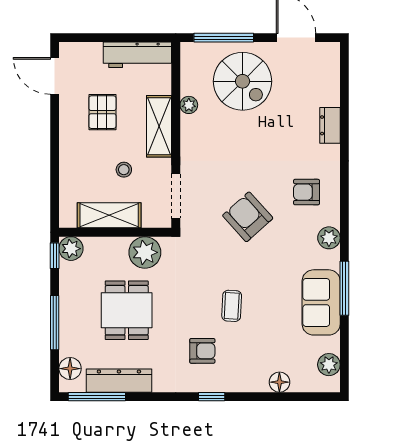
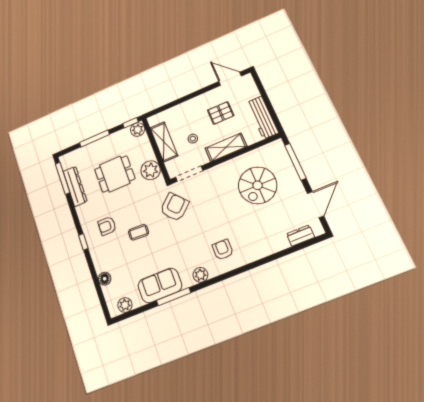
door: (55, 76) -> (230, 79), hinge flipped
spiral stairs: (243, 81) -> (258, 185), moved
plant: (189, 105) -> (246, 159), removed
dresser: (330, 125) -> (301, 236), moved
armchair: (248, 217) -> (174, 207), moved
armchair: (202, 351) -> (107, 226), turned 90
floor lamp: (70, 369) -> (73, 157), removed

